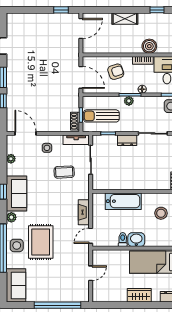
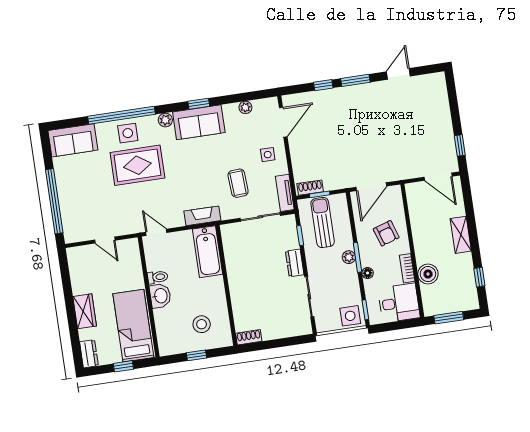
bathtub: (123, 201) -> (208, 252), moved
fireplace: (84, 212) -> (202, 216), moved

